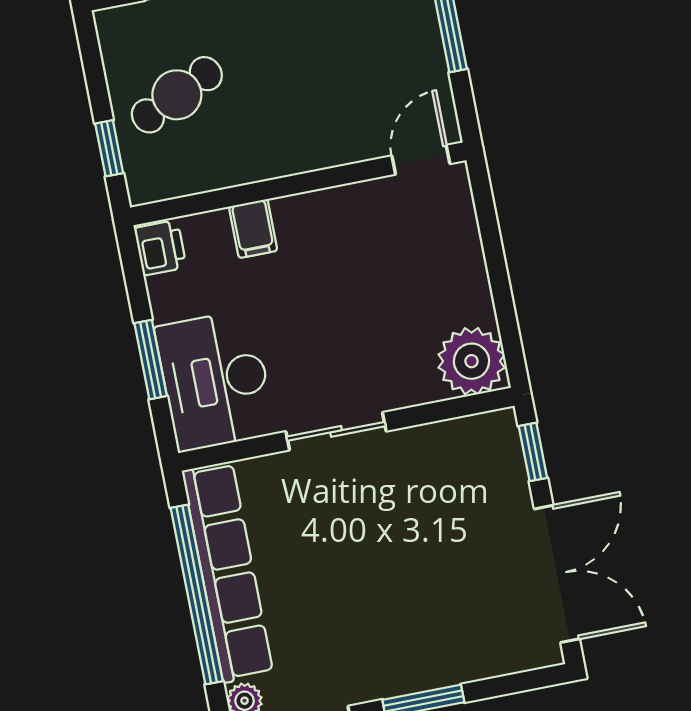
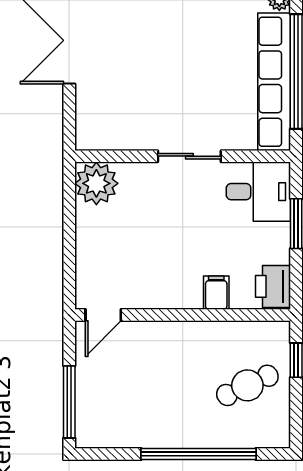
printer: (160, 248) -> (273, 286), width x1.36, depth x1.24
desk: (215, 380) -> (258, 192), width x0.73
window: (533, 452) -> (69, 119), removed

